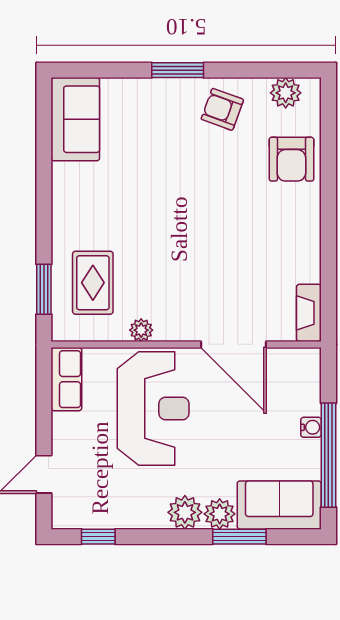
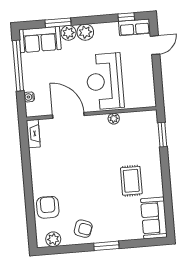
rug: (93, 283) -> (131, 181), moved
row of seats: (66, 379) -> (135, 27), moved, turned -90
water cooler: (311, 427) -> (29, 97), moved

